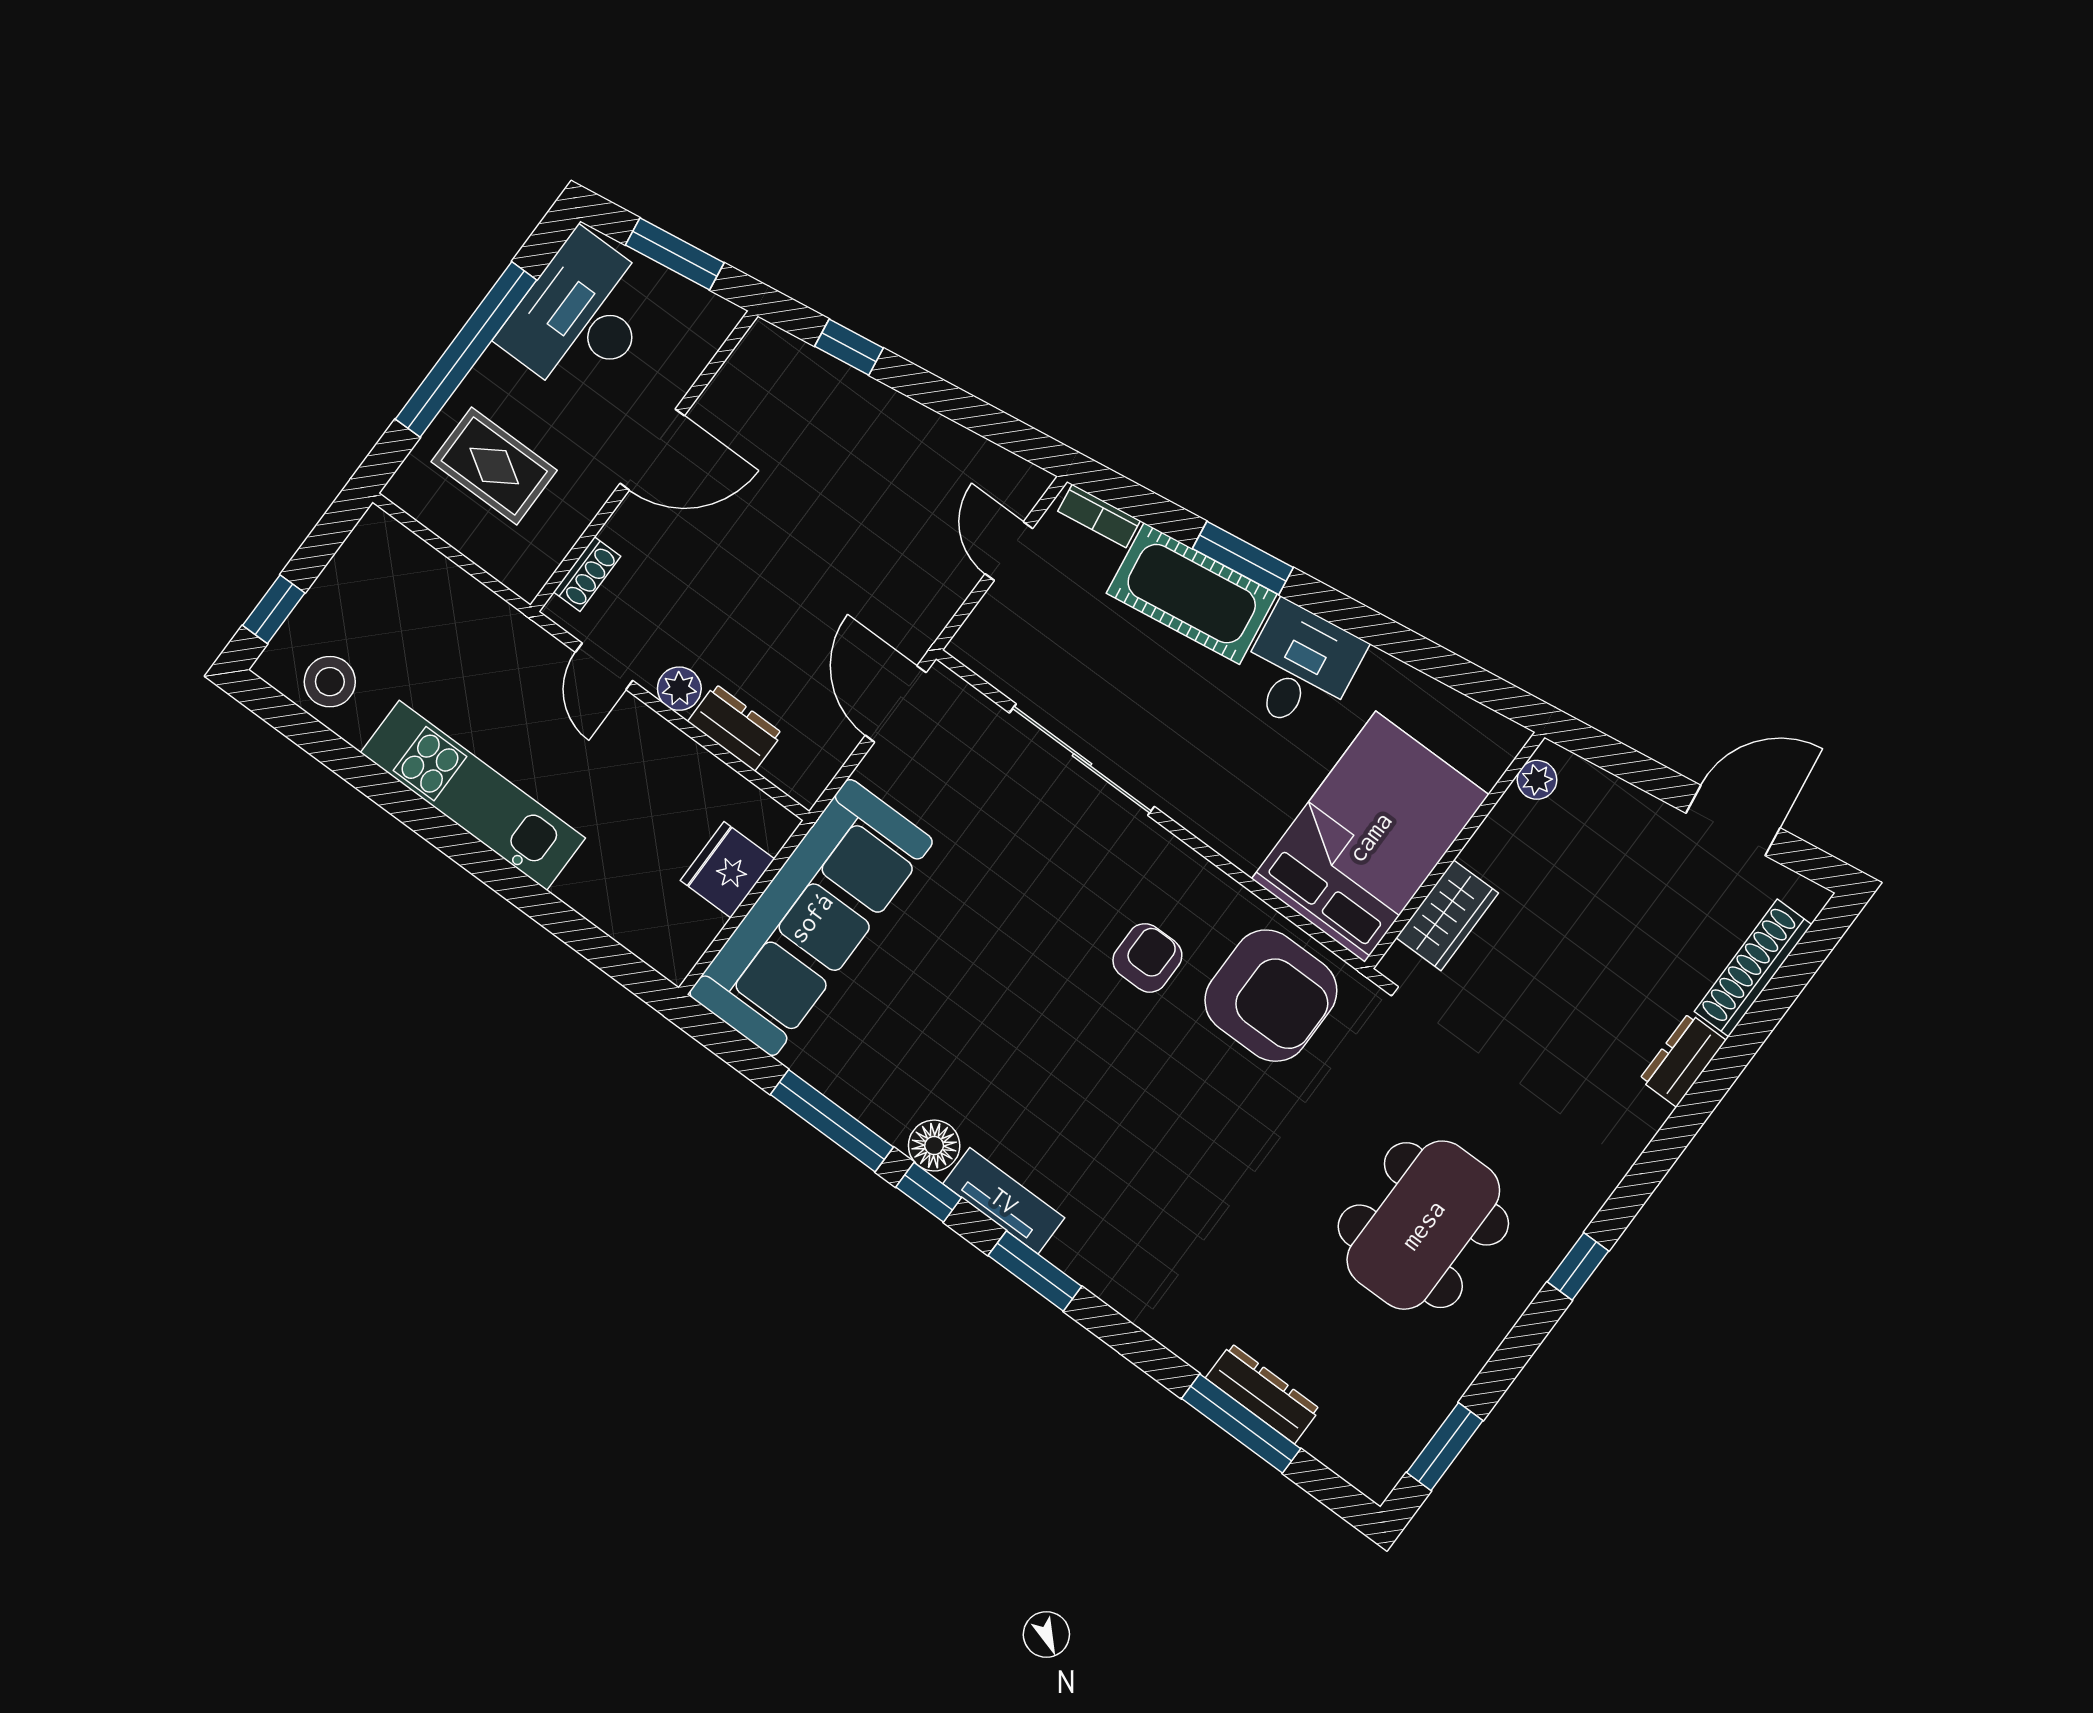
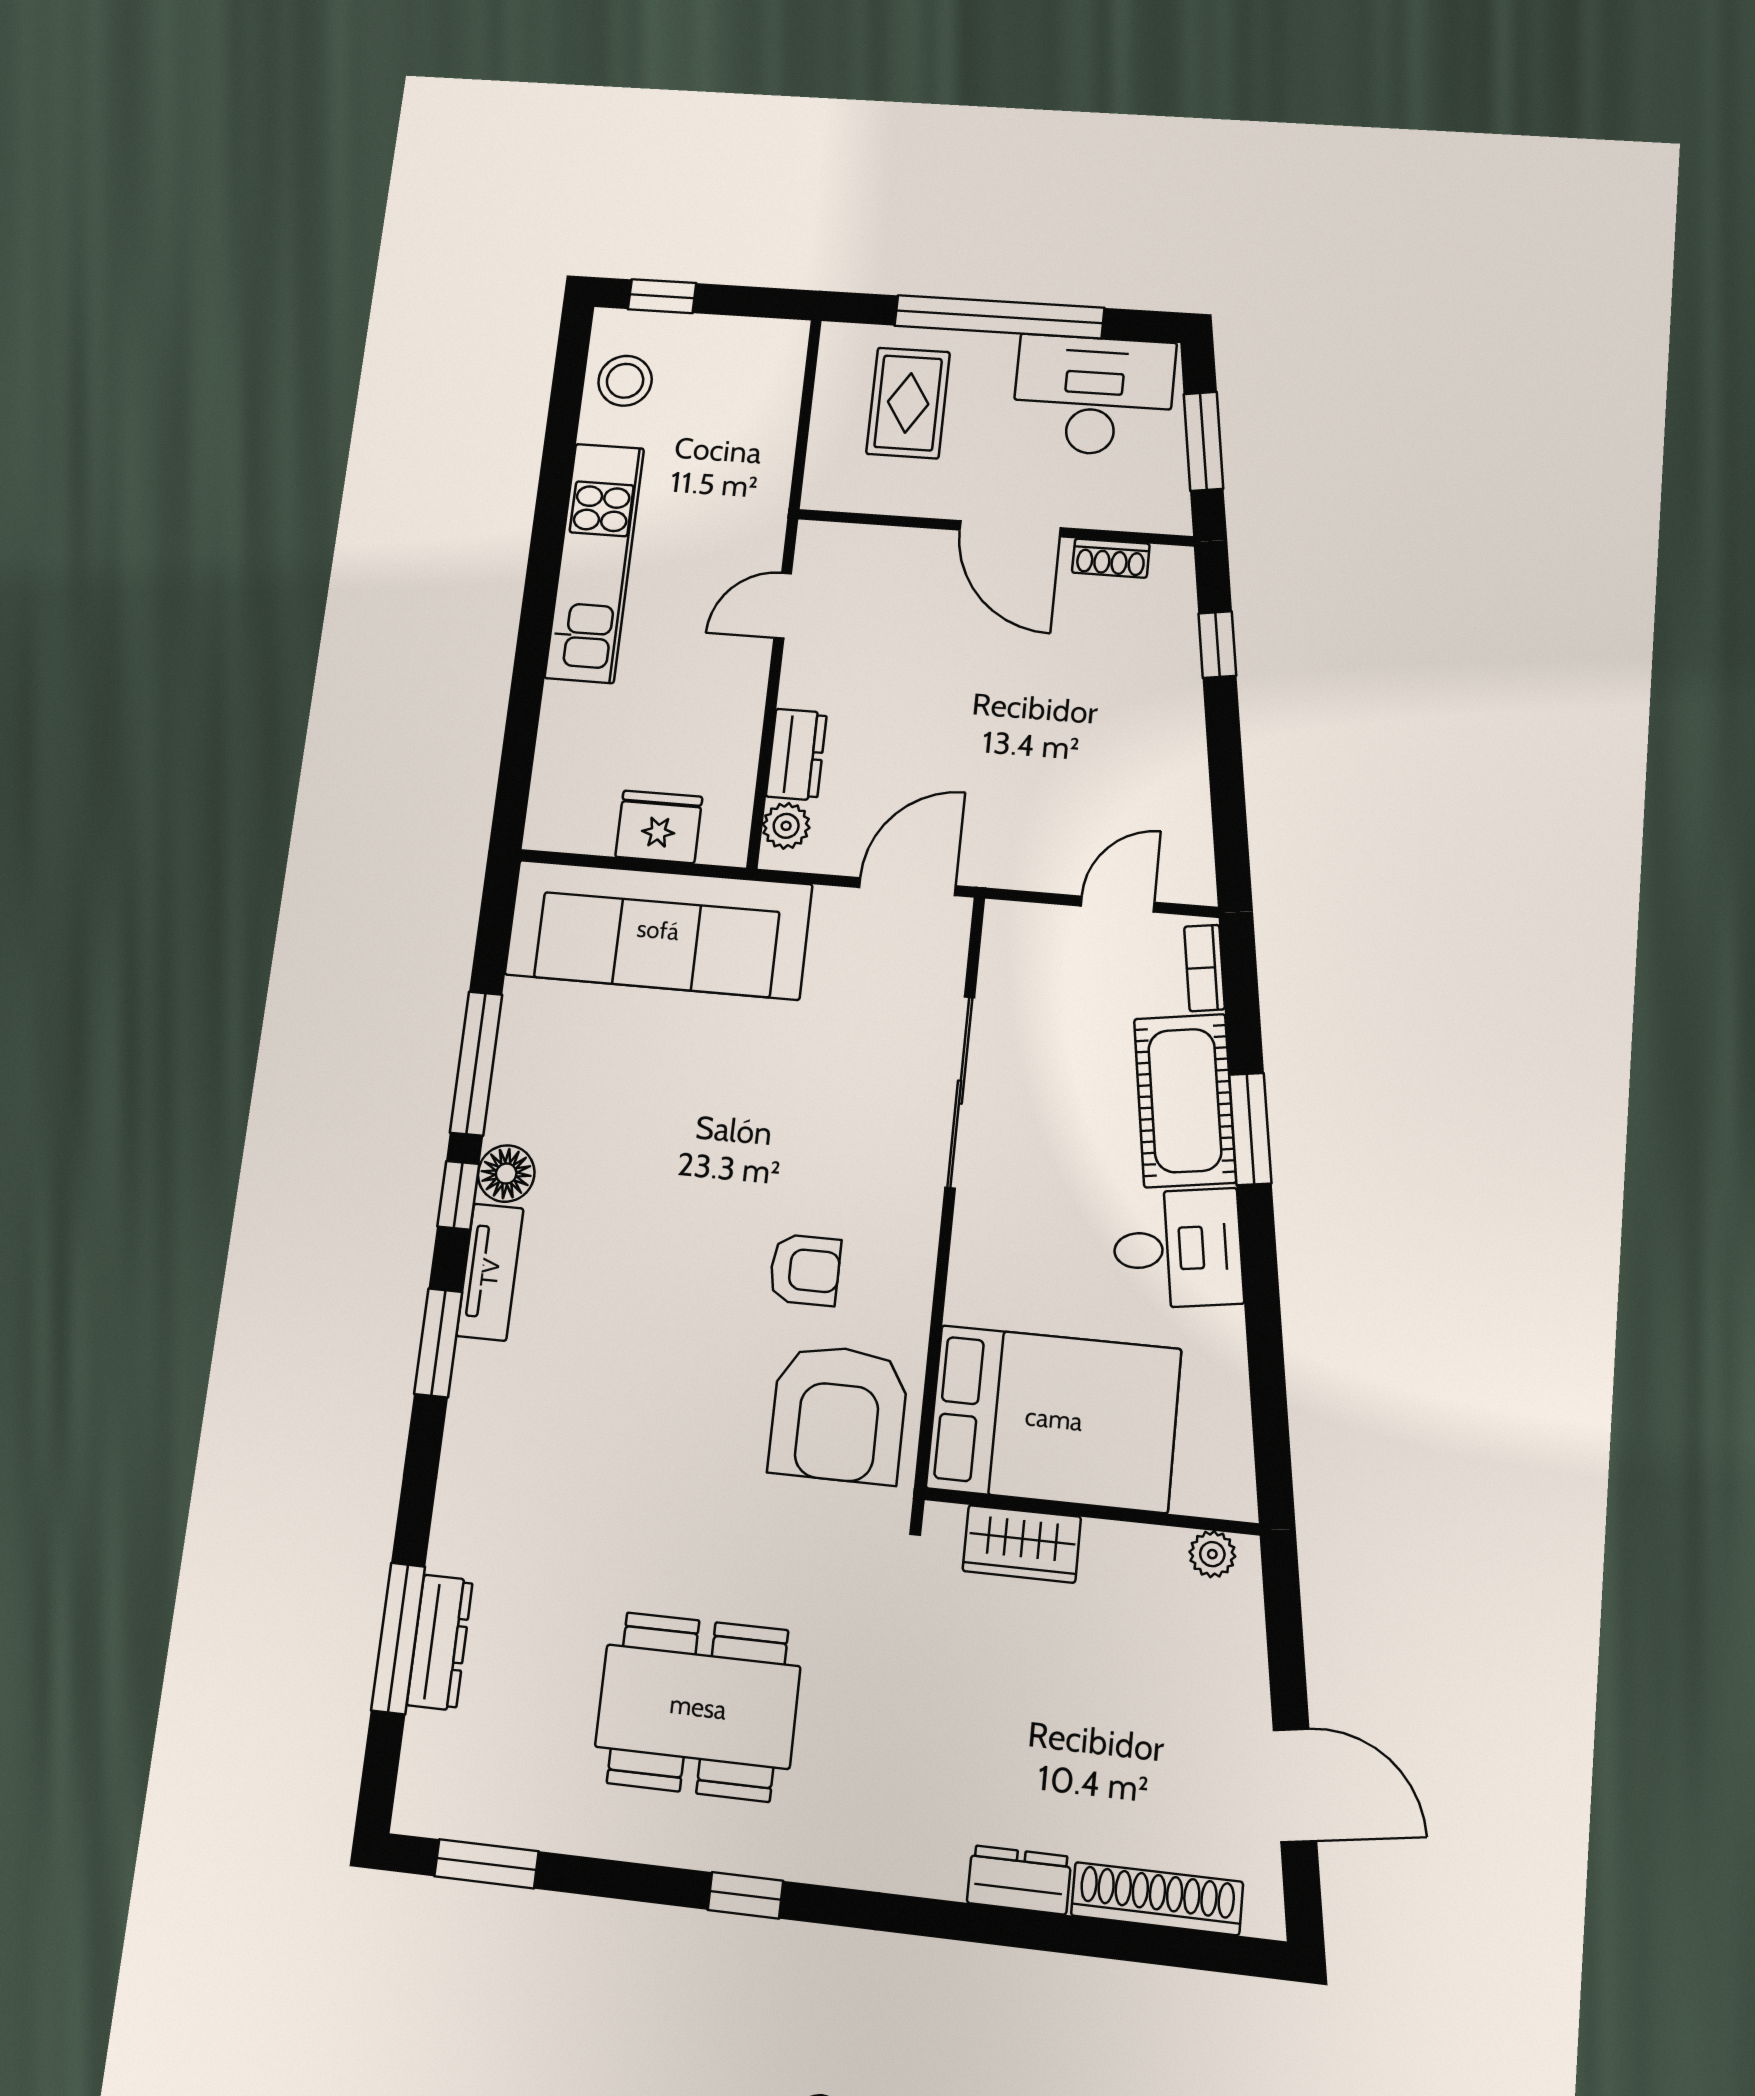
shoe rack: (587, 574) -> (1111, 558), moved
plant: (679, 689) -> (786, 826), moved

